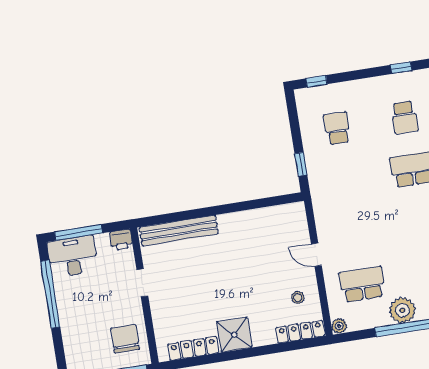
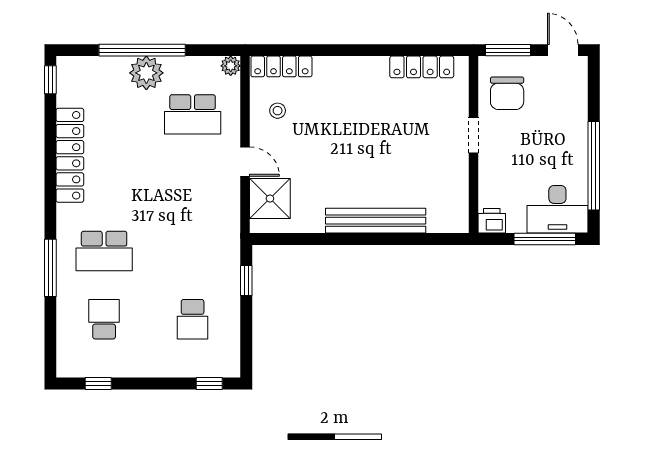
bench: (179, 231) -> (376, 221), moved
doorway: (142, 283) -> (474, 135), moved
shower: (234, 335) -> (270, 199), moved

